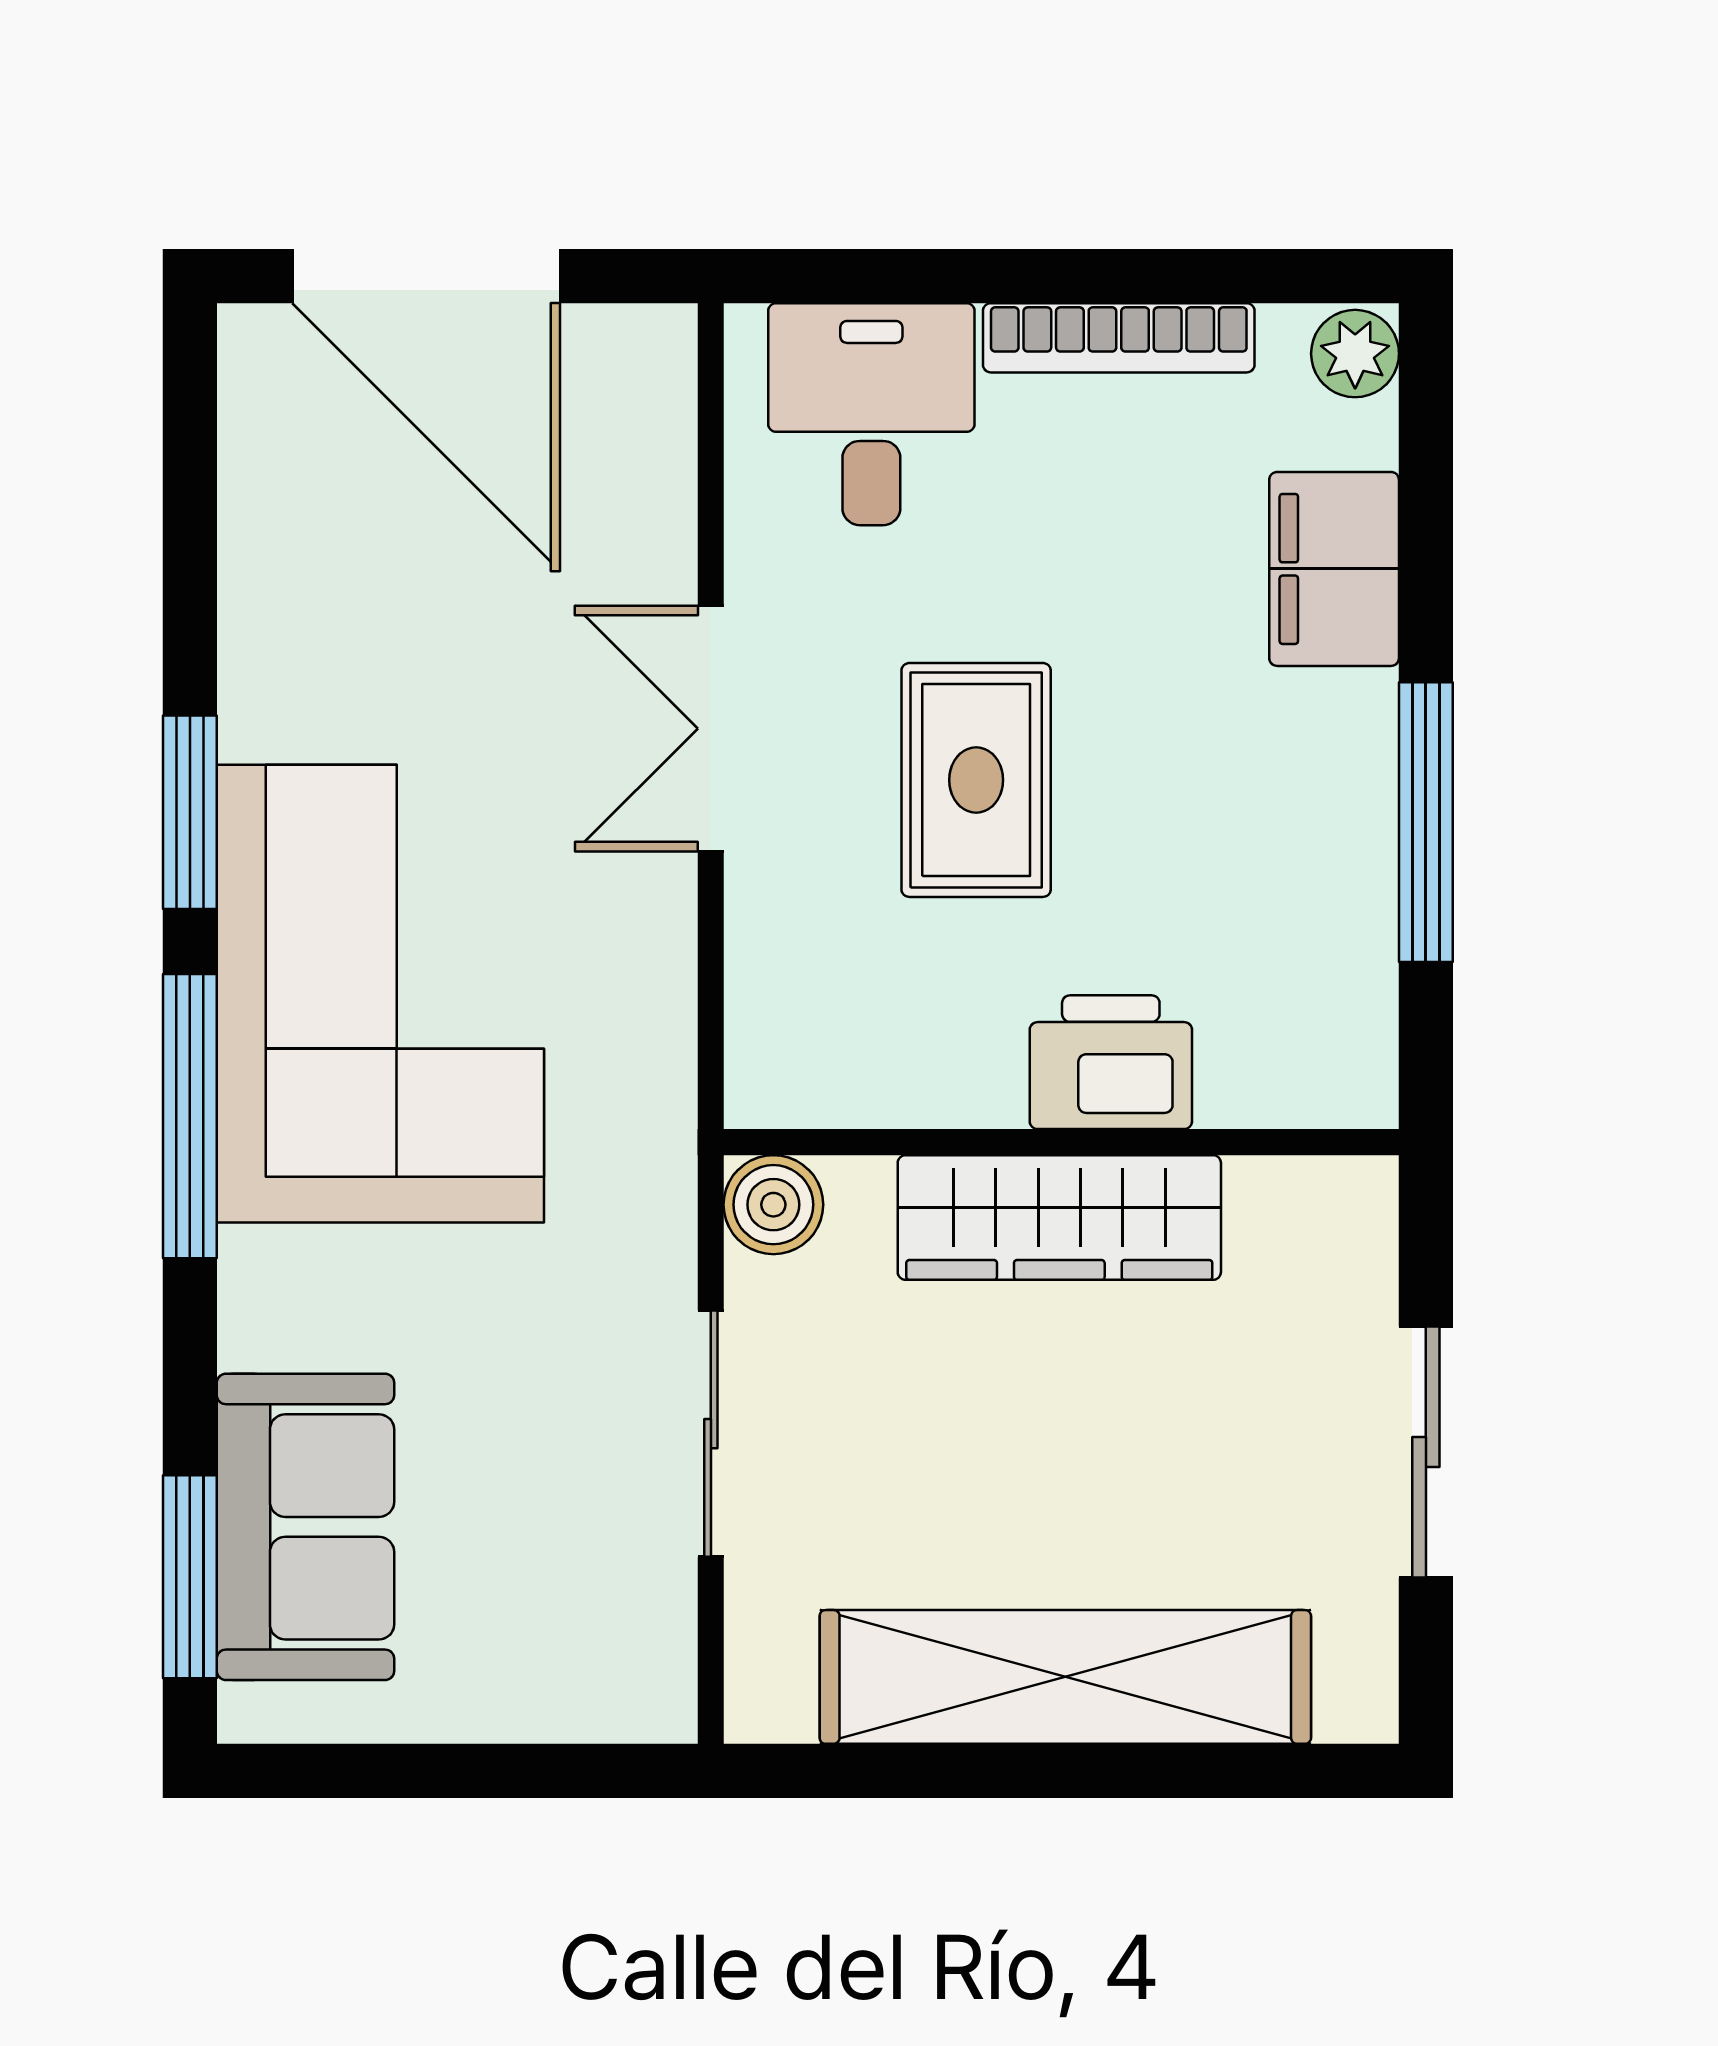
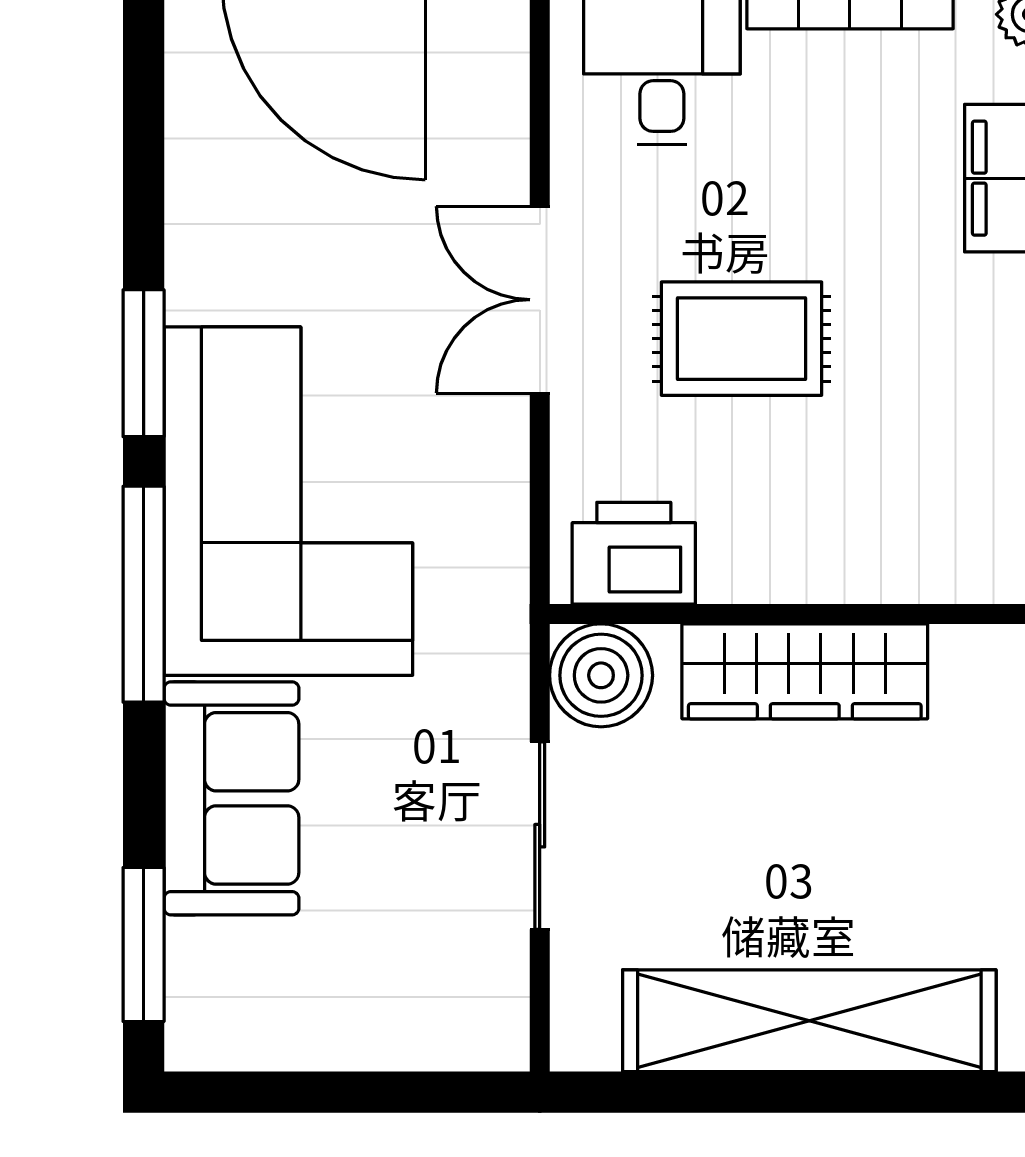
rug: (976, 780) -> (741, 339), turned 90
printer: (1111, 1062) -> (634, 553), moved
boiler: (773, 1205) -> (601, 675), width x1.36, depth x1.36
sofa: (305, 1527) -> (231, 798), moved

